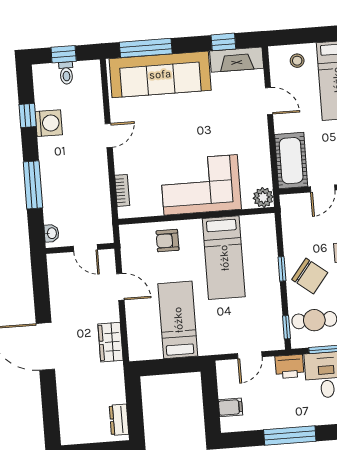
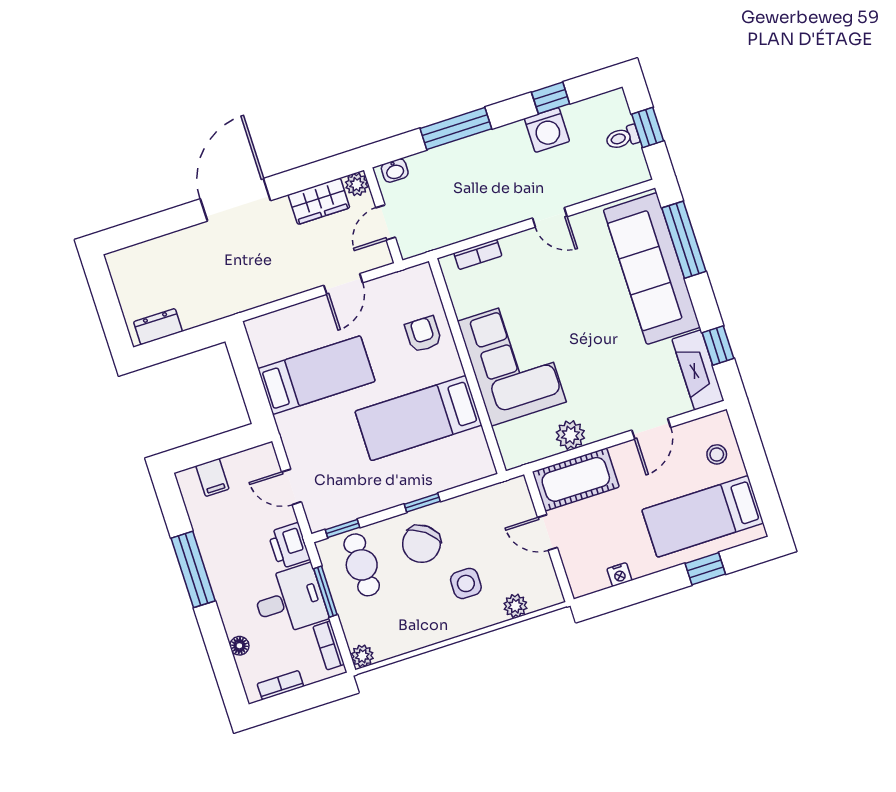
plant: (263, 197) -> (570, 435), moved
plant: (55, 261) -> (357, 184), added
wardrobe: (111, 342) -> (319, 201), moved, turned 180

